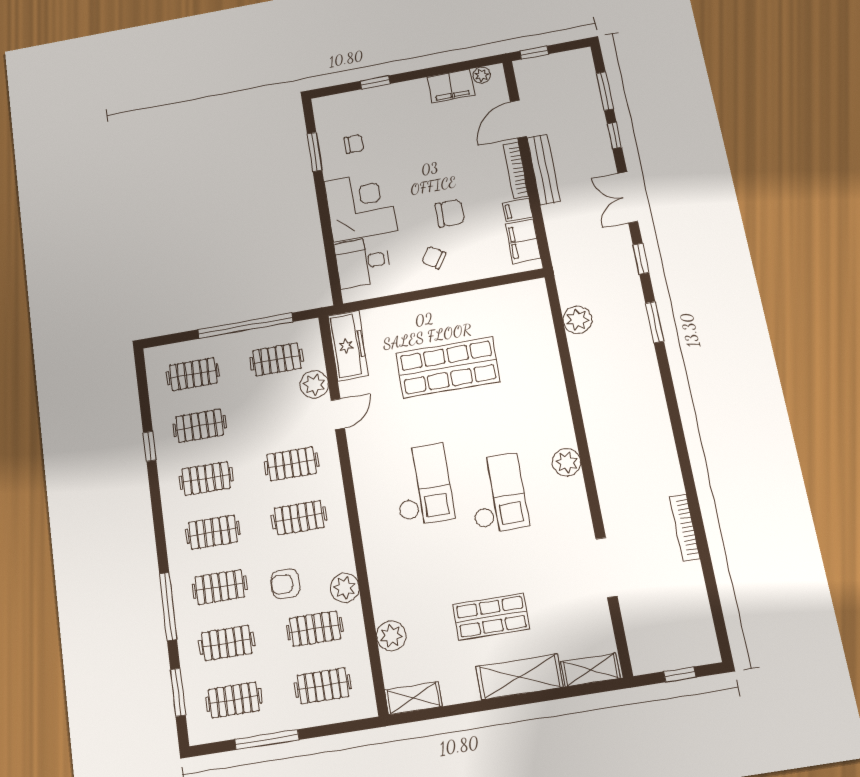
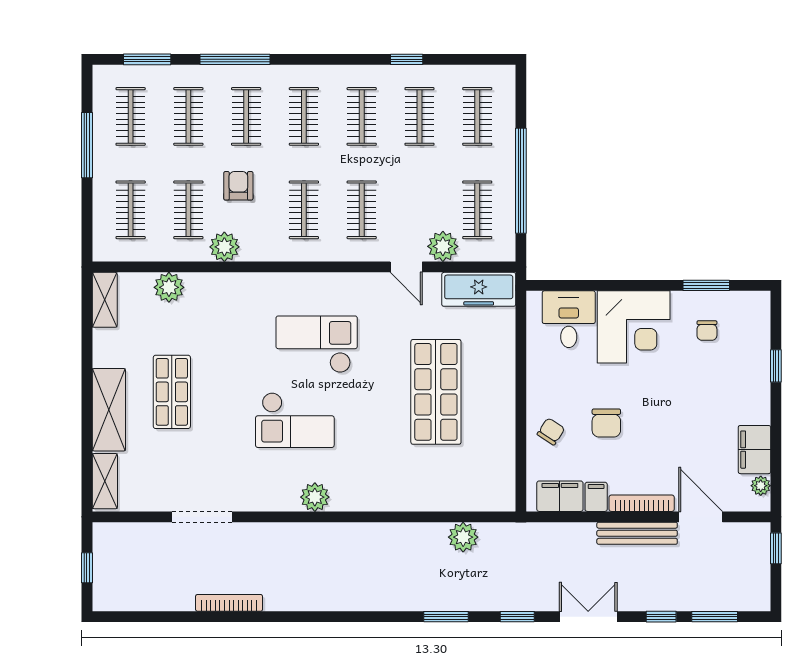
chair: (434, 257) -> (551, 431), moved
checkout: (422, 485) -> (317, 344), turned 180

